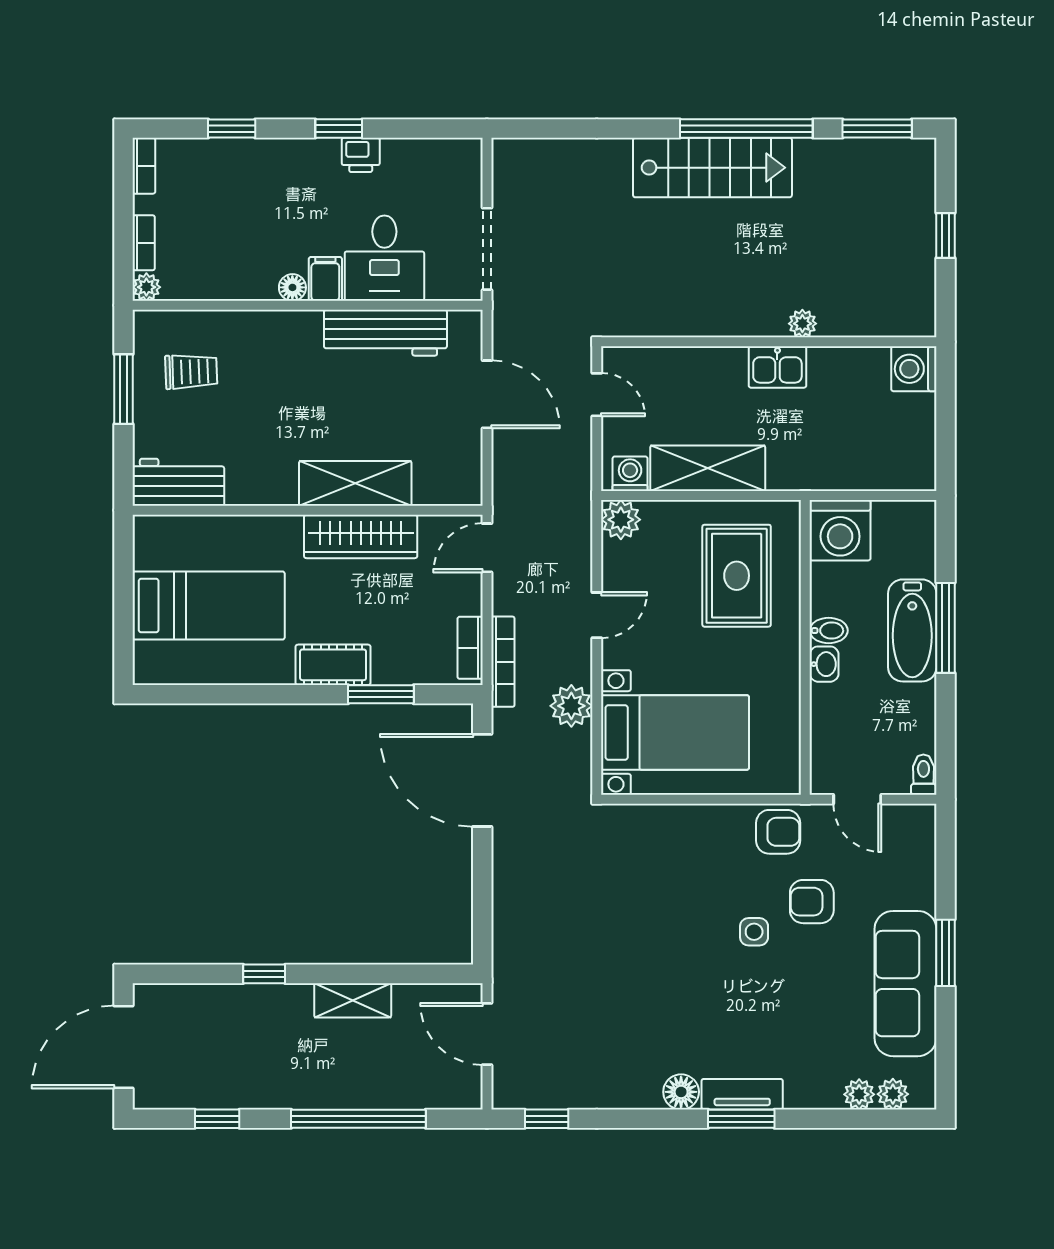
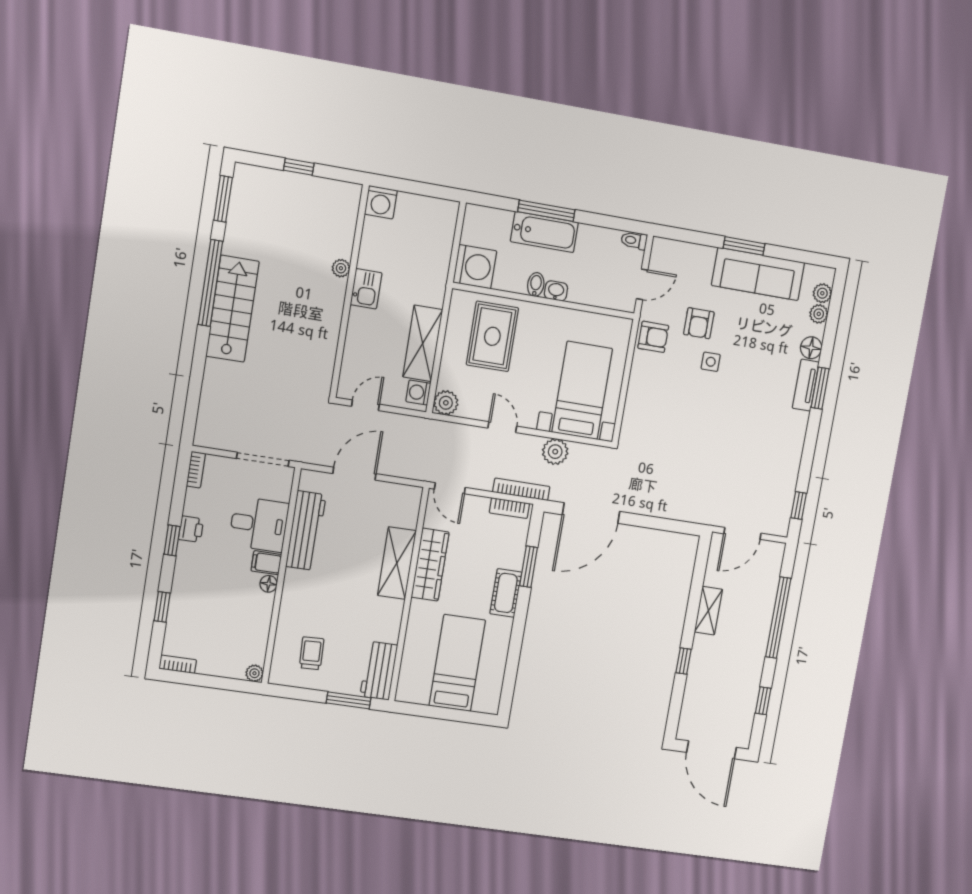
bookcase: (144, 243) -> (196, 470), moved, turned 90
window: (124, 389) -> (349, 700), moved
rug: (737, 576) -> (492, 336), turned 90
armchair: (778, 832) -> (653, 337), turned 90
floor lamp: (681, 1092) -> (811, 348), moved

